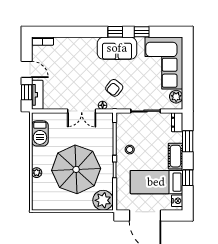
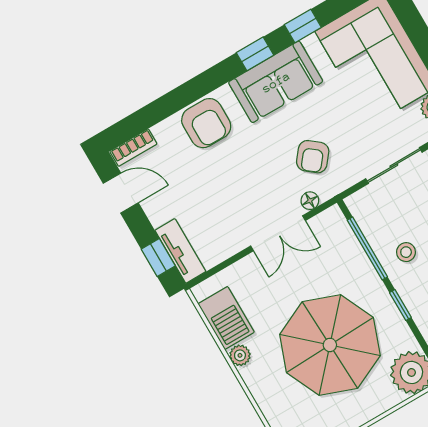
armchair: (79, 49) -> (206, 123), added
door: (27, 69) -> (121, 193), moved
plant: (37, 173) -> (240, 355), moved

